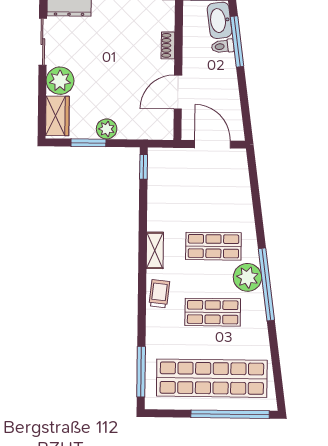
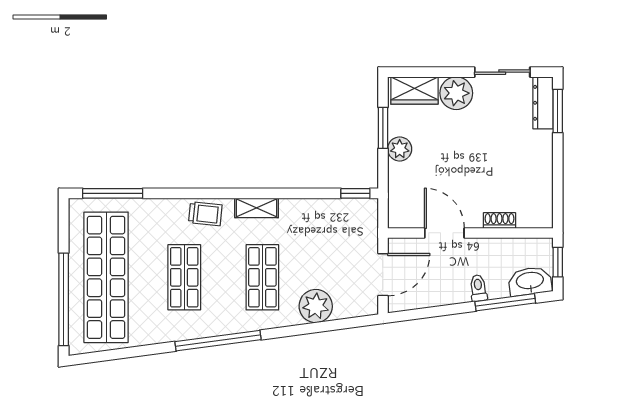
toilet: (223, 46) -> (478, 288), moved
plant: (247, 277) -> (316, 306), moved

